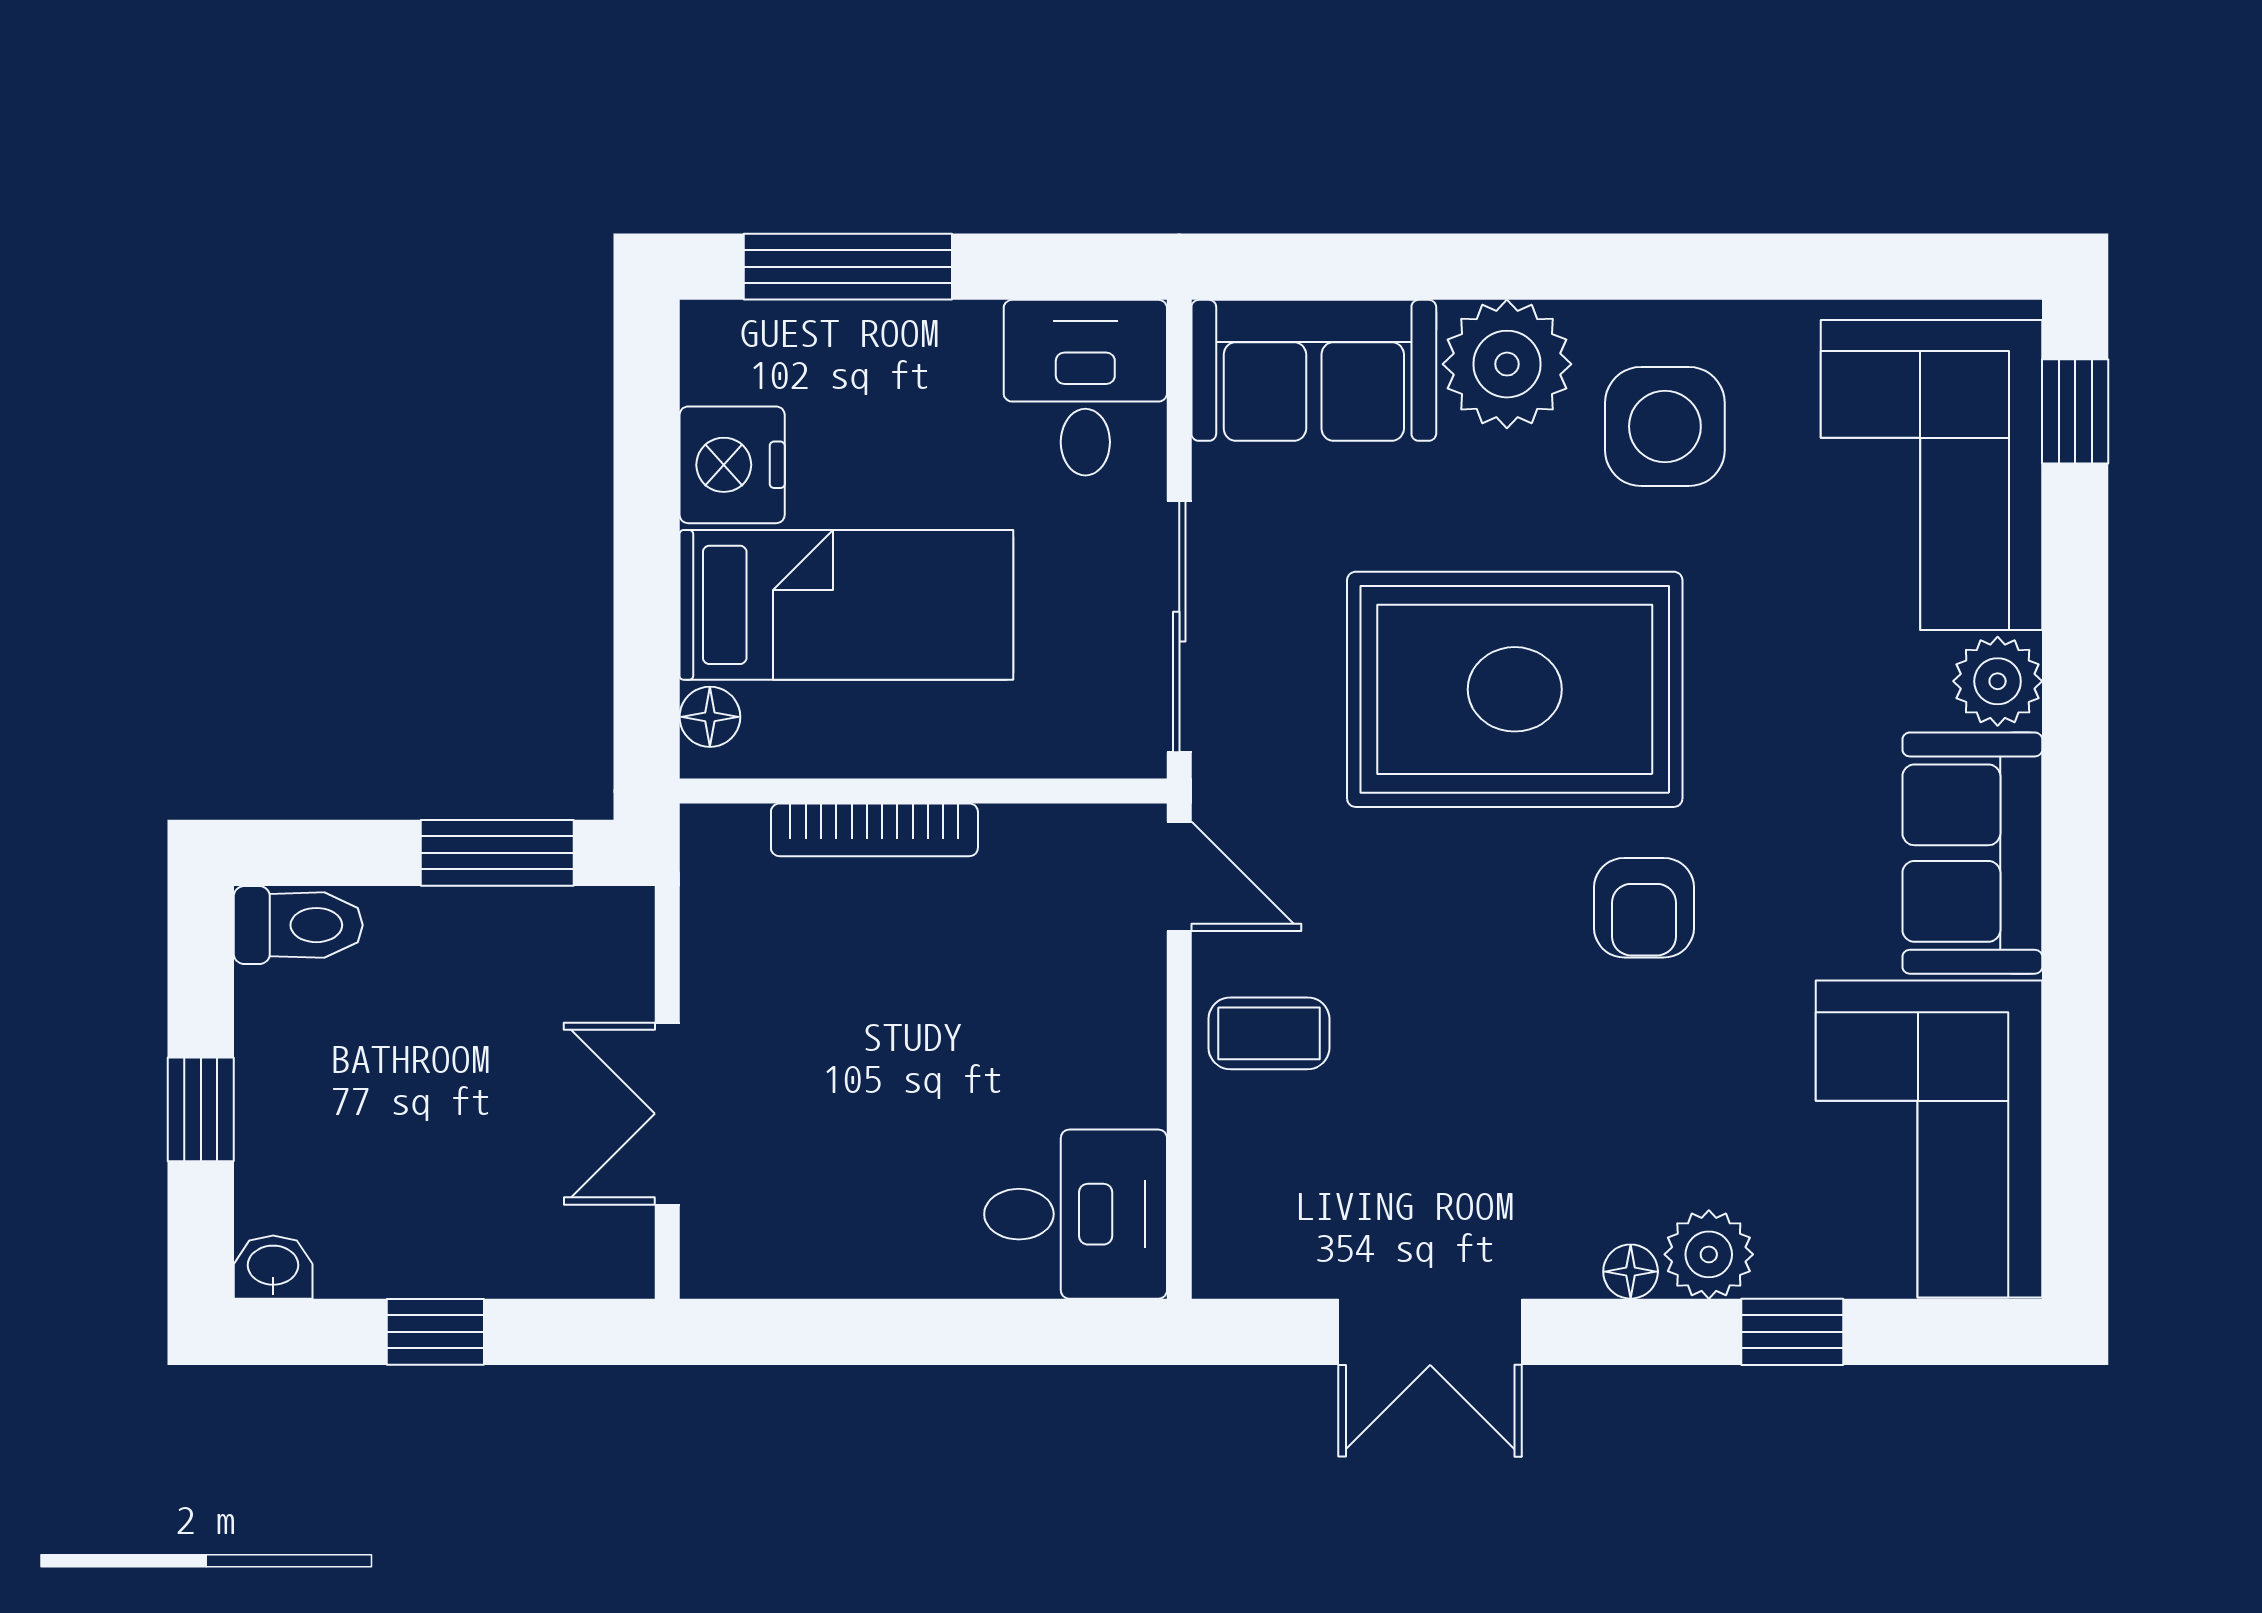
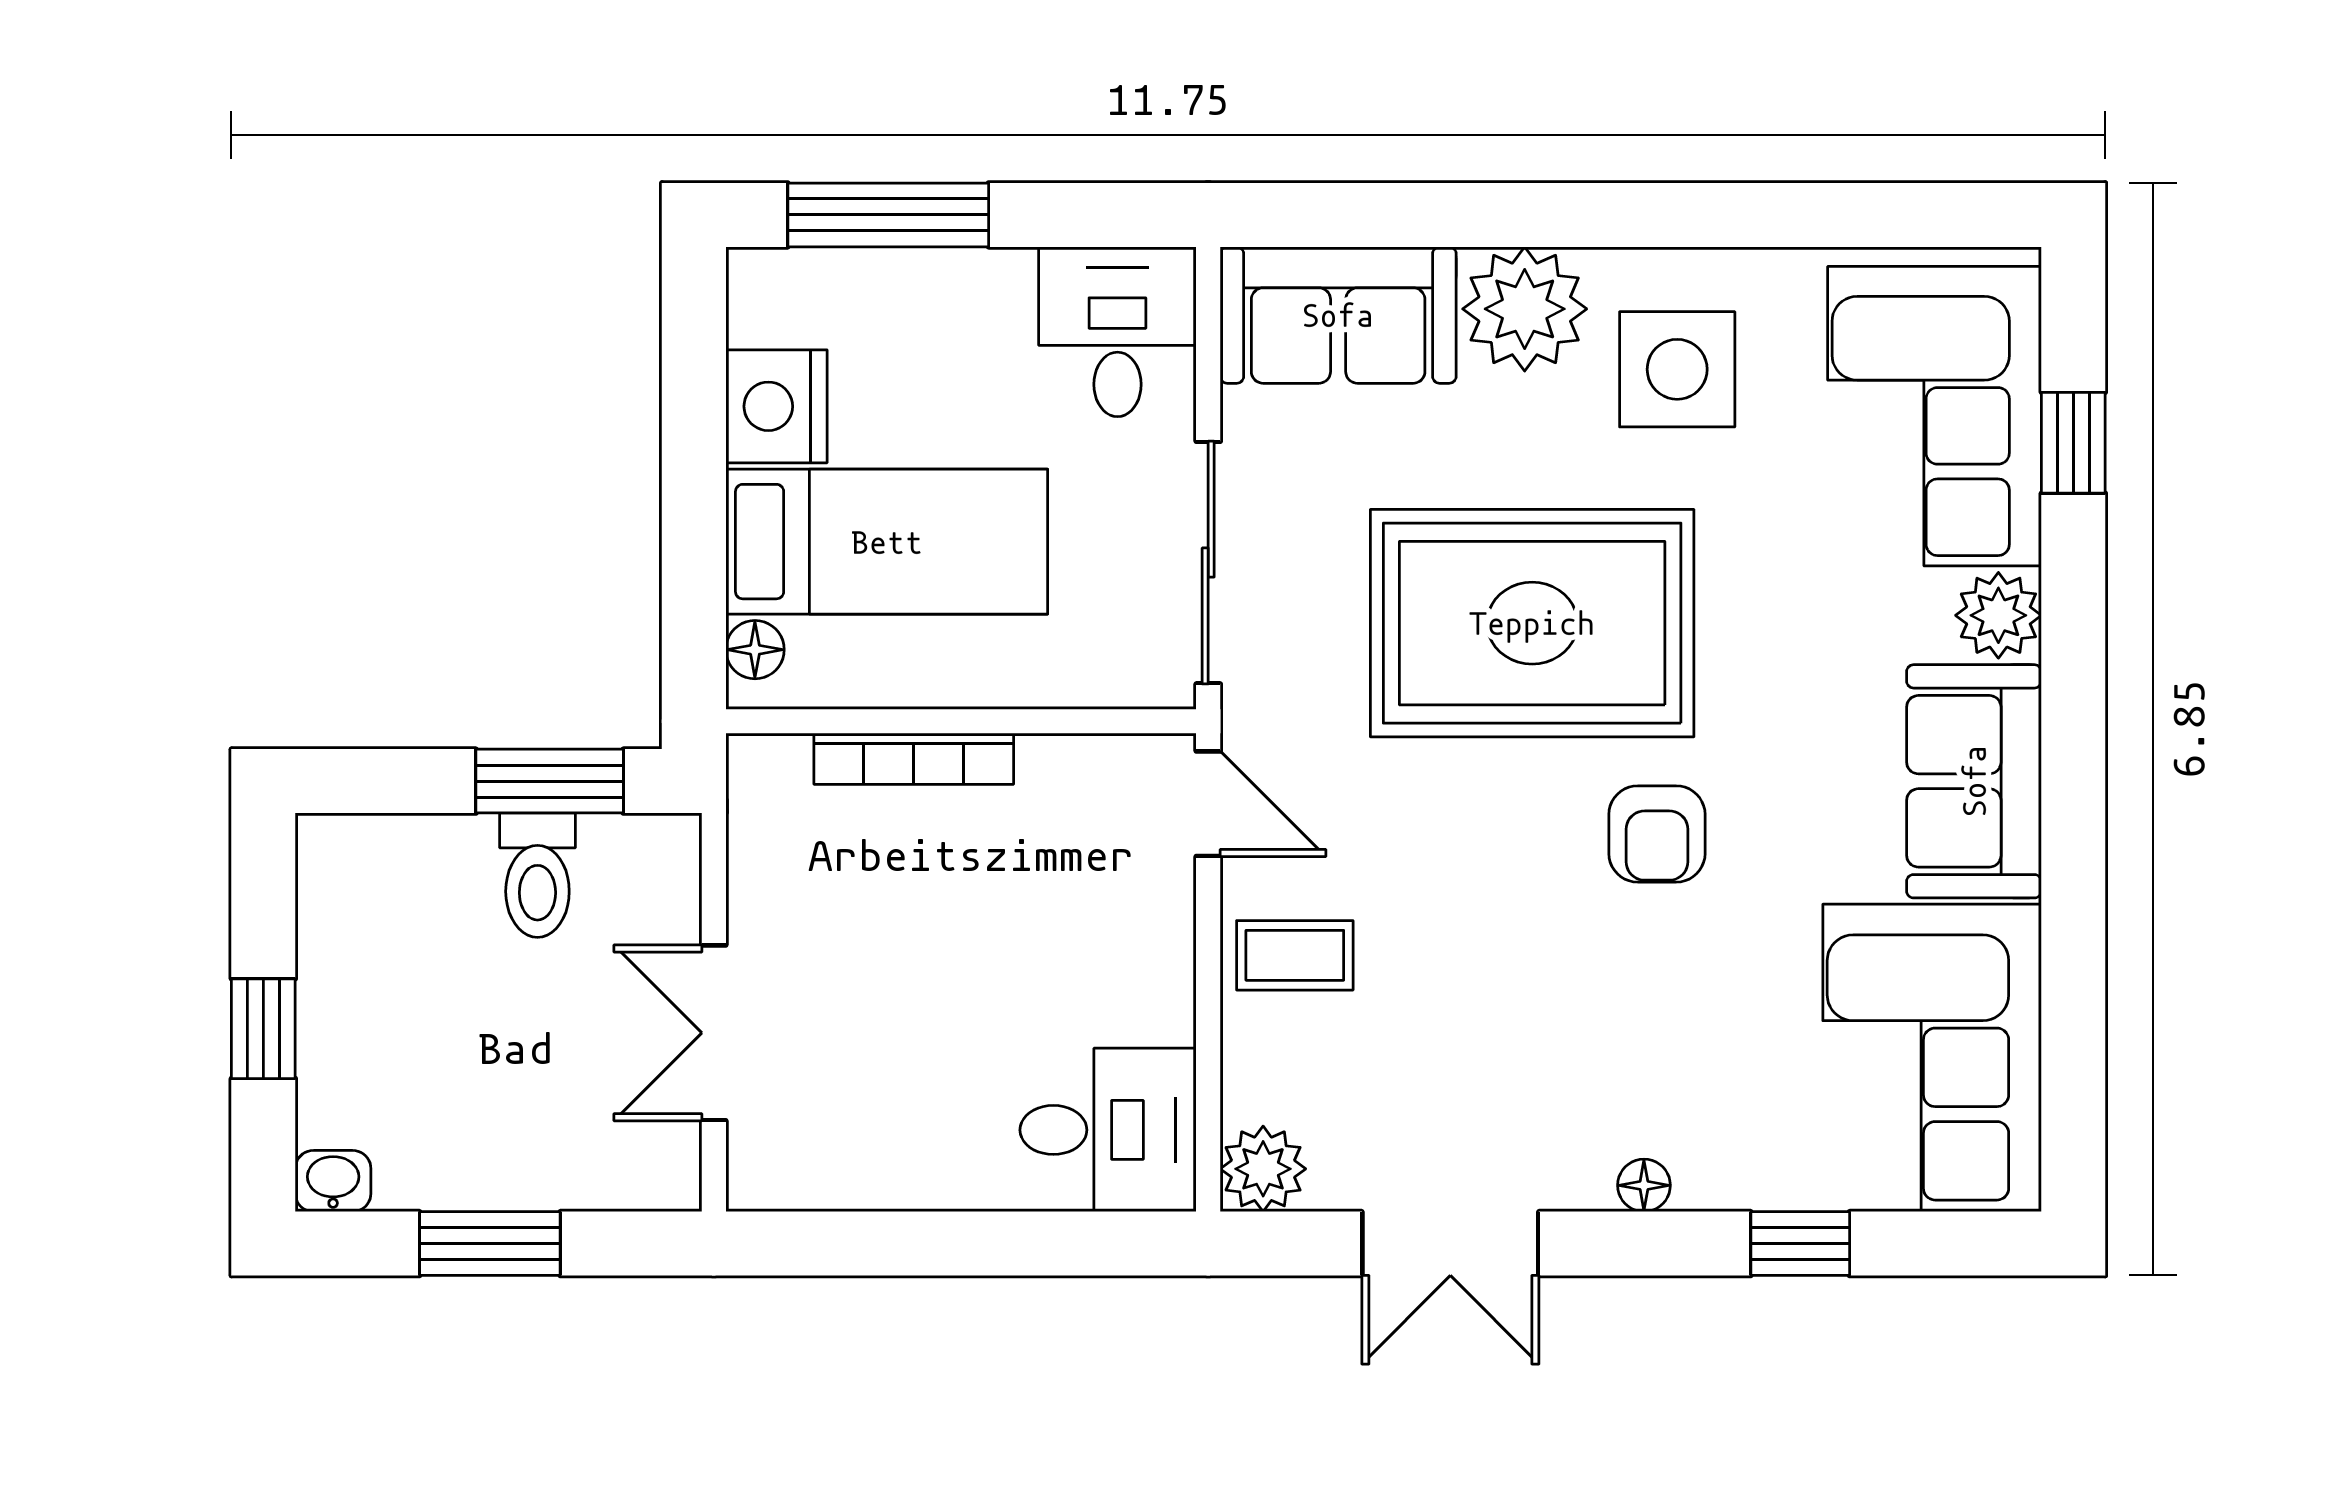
window: (2075, 411) -> (2073, 443), moved
toilet: (298, 925) -> (537, 875), moved, turned 90
plant: (1709, 1254) -> (1263, 1169), moved
window: (435, 1332) -> (490, 1244), width x1.50

